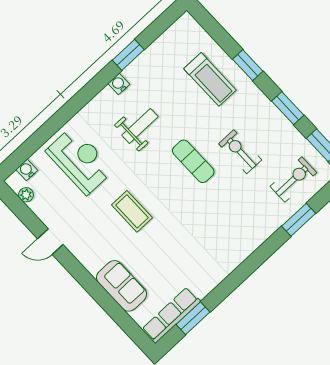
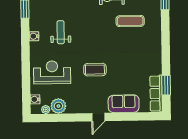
water cooler: (119, 84) -> (34, 36), moved
exercise mat: (193, 161) -> (130, 21), moved
plant: (45, 207) -> (58, 106), added
door: (50, 242) -> (98, 117), moved

